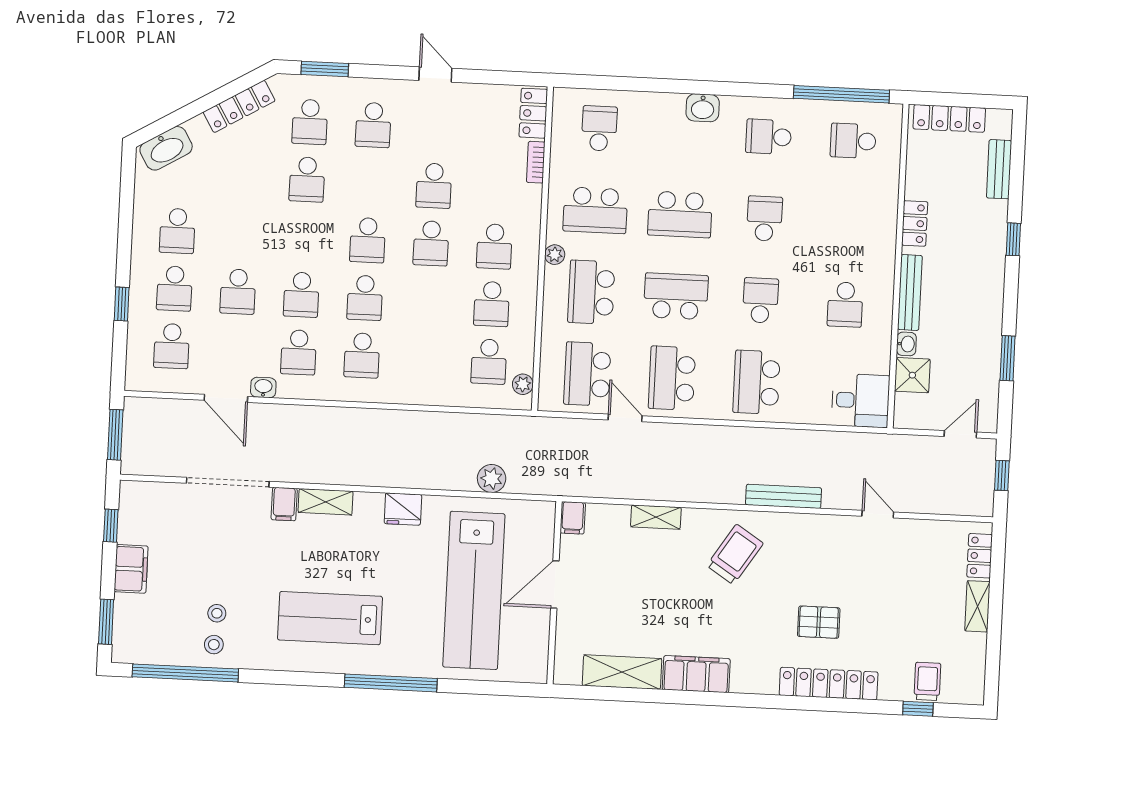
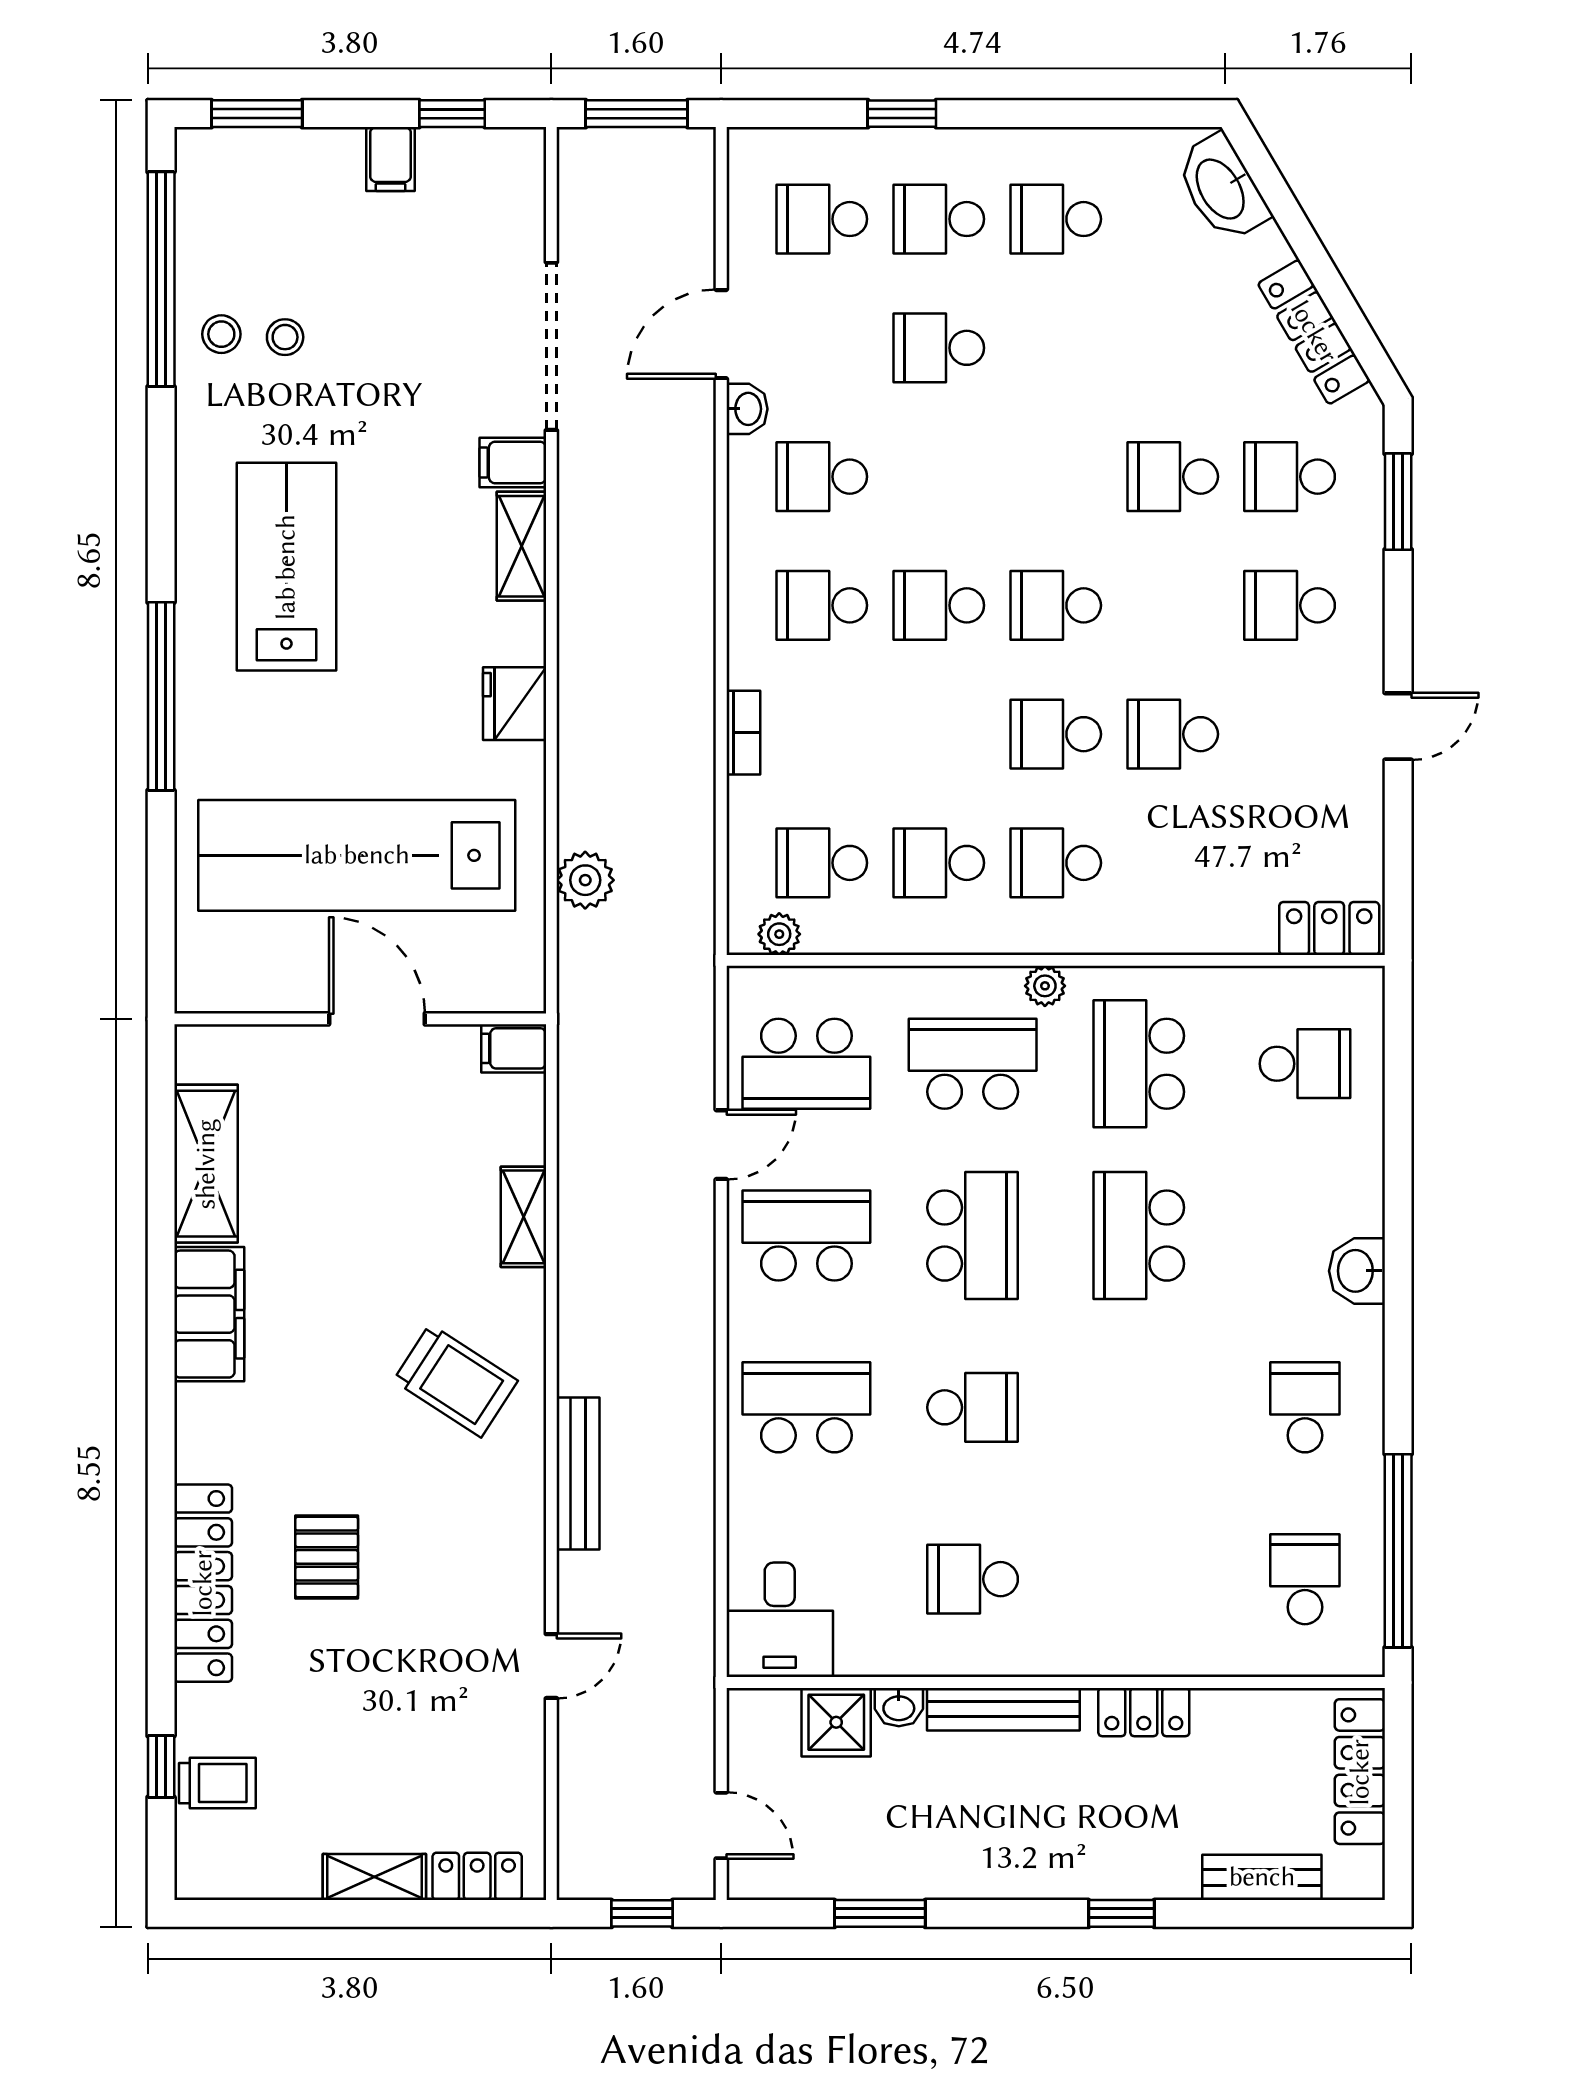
bookcase: (536, 162) -> (743, 733), moved, turned 90
school desk: (765, 219) -> (1139, 1407), removed
school desk: (301, 295) -> (939, 477), removed
school desk: (587, 374) -> (806, 1064), turned 180
filing cabinet: (131, 569) -> (390, 159), width x0.50

